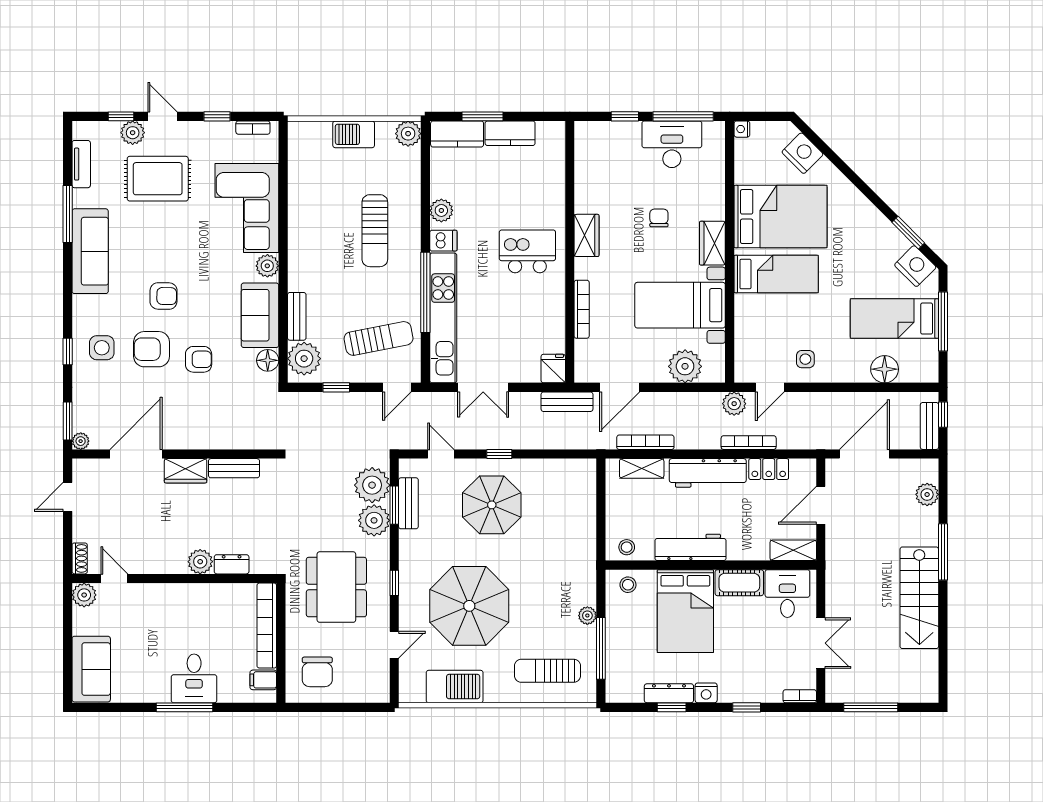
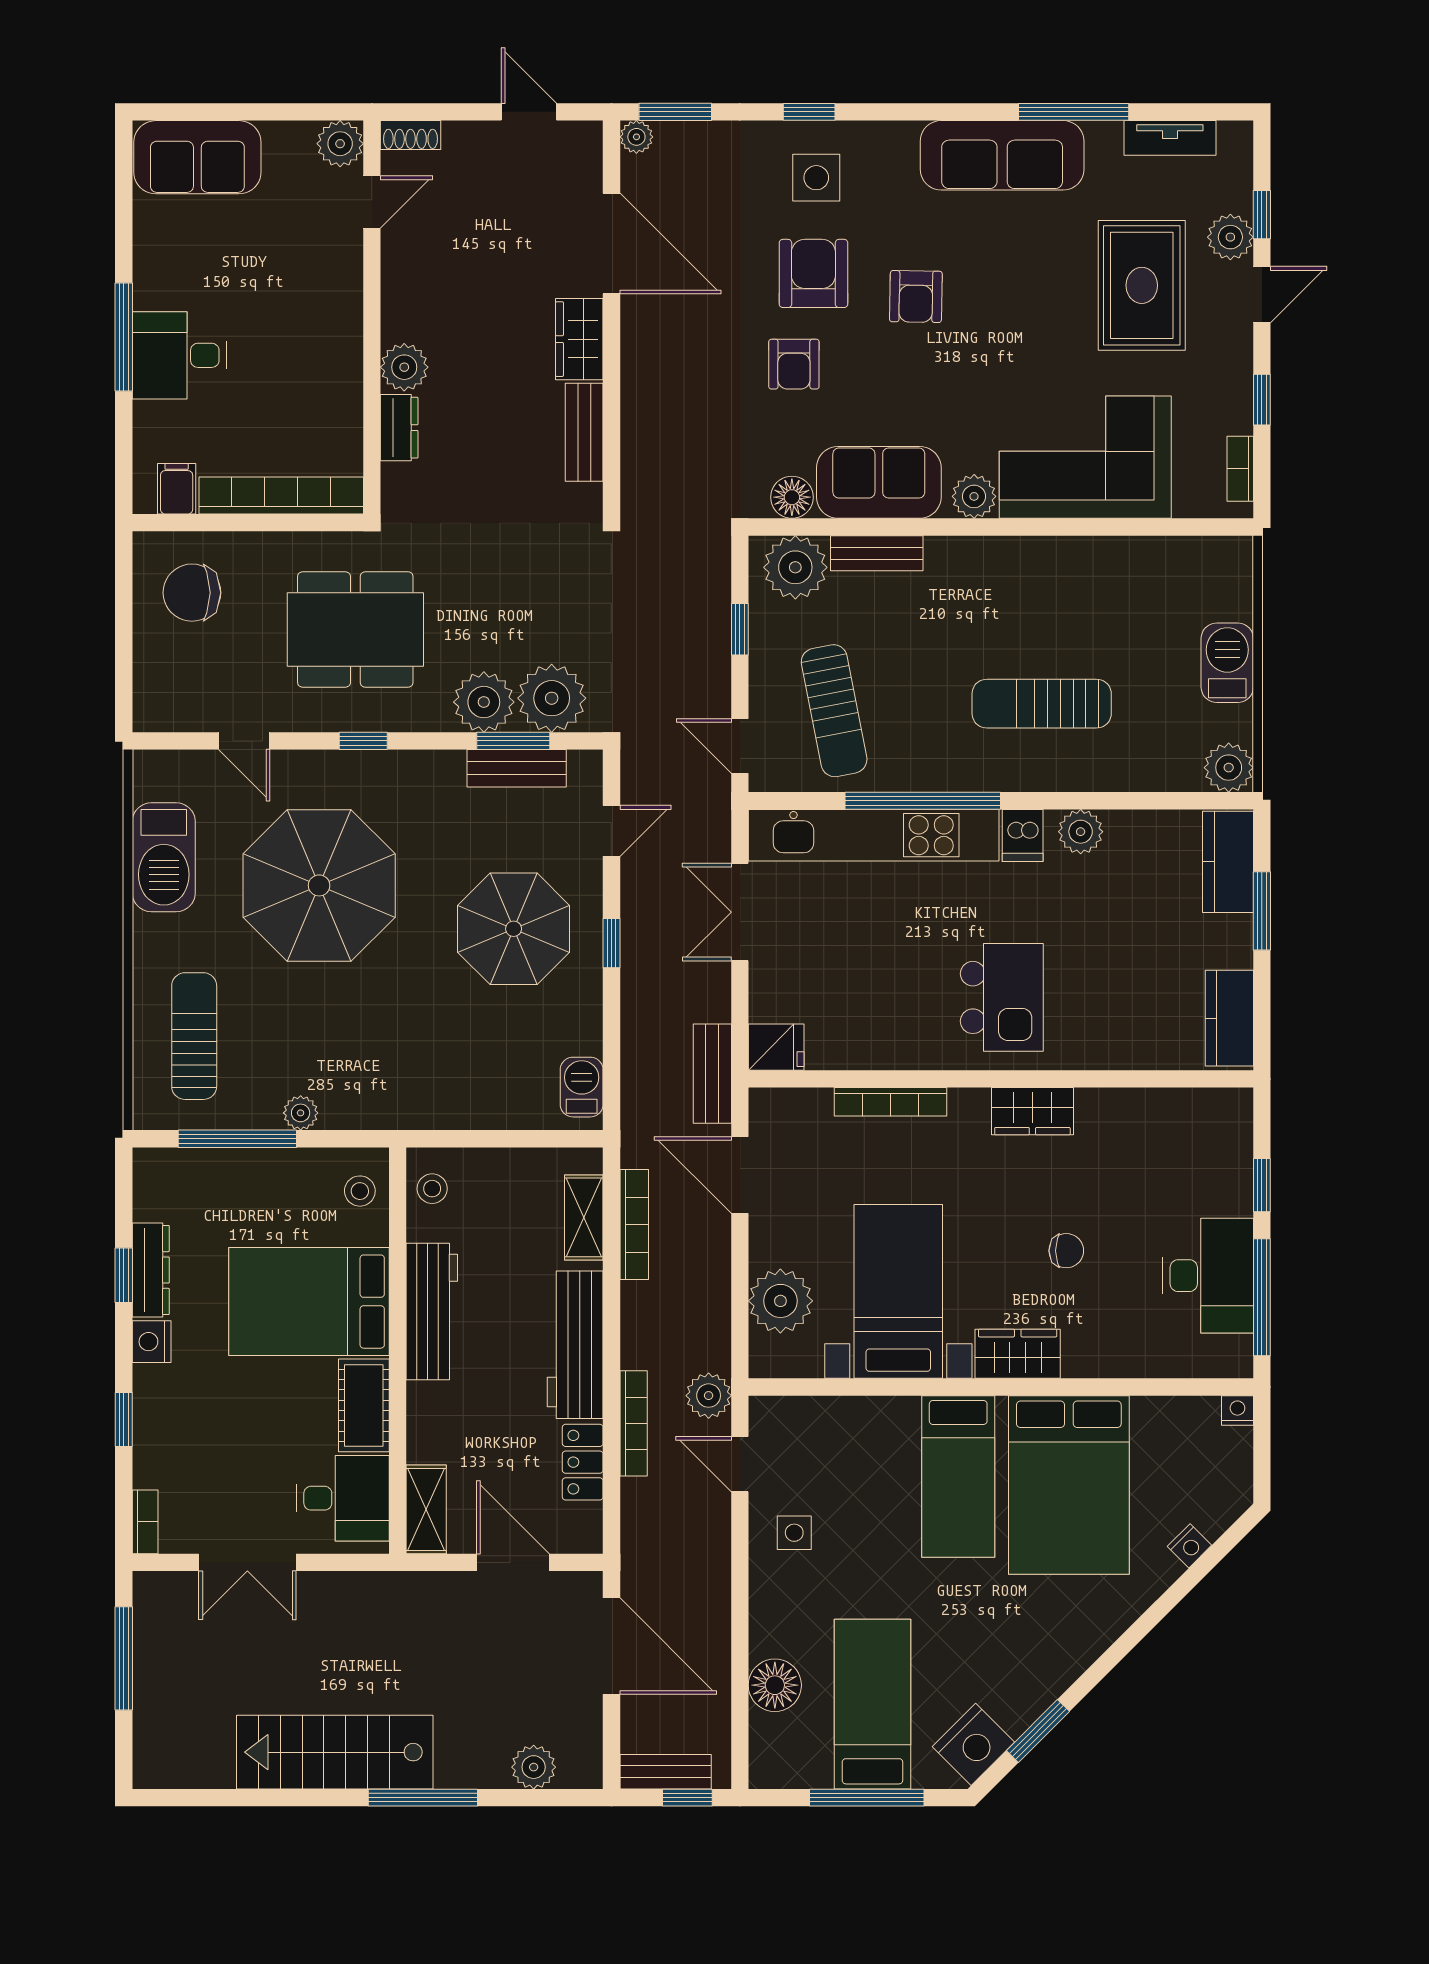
kitchen counter: (510, 133) -> (1229, 1018), moved
nightstand: (802, 153) -> (1189, 1546), width x0.53, depth x0.56
barbecue: (574, 470) -> (582, 1087), added

